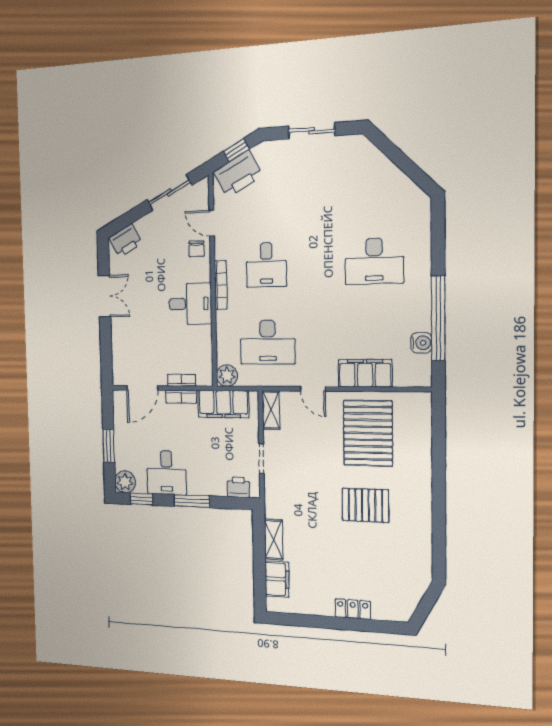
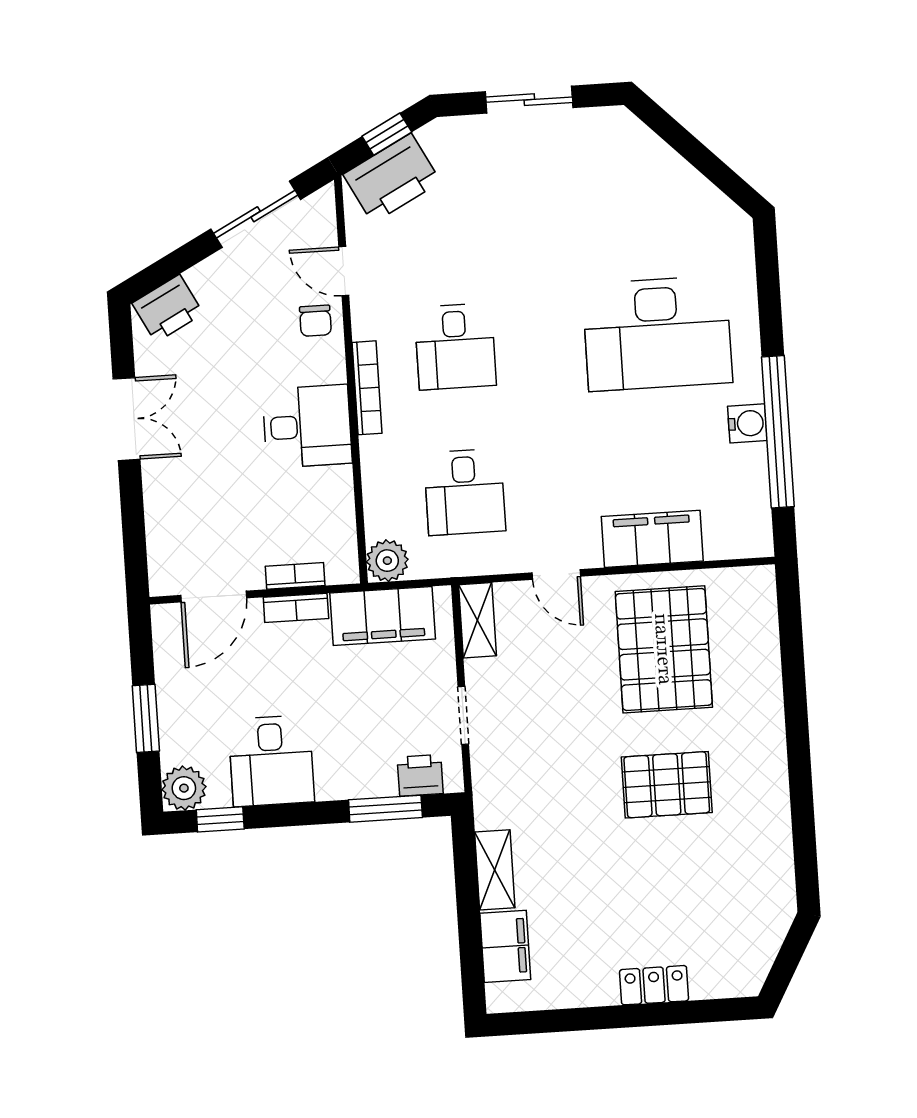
desk: (374, 261) -> (657, 333), width x1.36, depth x1.30
desk: (268, 342) -> (465, 492), width x0.73
water cooler: (421, 343) -> (747, 423), moved
window: (192, 501) -> (385, 809), moved

